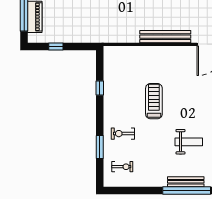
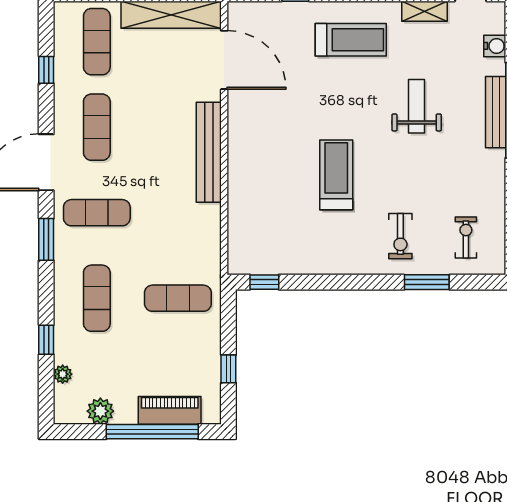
exercise mat: (92, 21) -> (178, 298), added
window: (100, 88) -> (264, 282), moved
treadmill: (154, 101) -> (336, 175), turned 90

